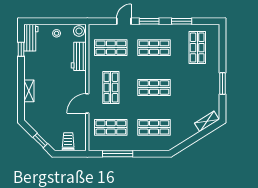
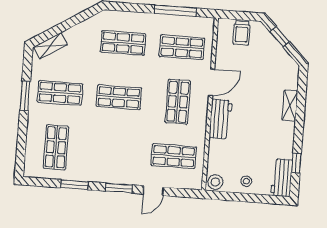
shop shelf: (154, 48) -> (60, 93), moved
workbench: (79, 56) -> (220, 119), moved

